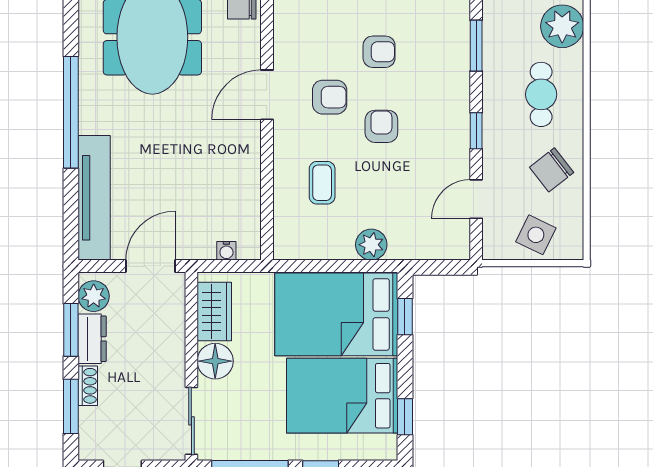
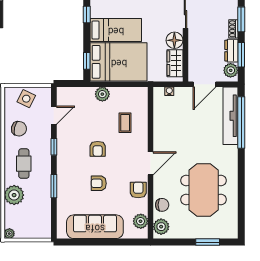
armchair: (330, 97) -> (138, 190), moved, turned 90
window: (71, 112) -> (241, 122), moved
chair: (552, 170) -> (19, 129), turned 50
bed: (342, 396) -> (116, 30), width x0.67

